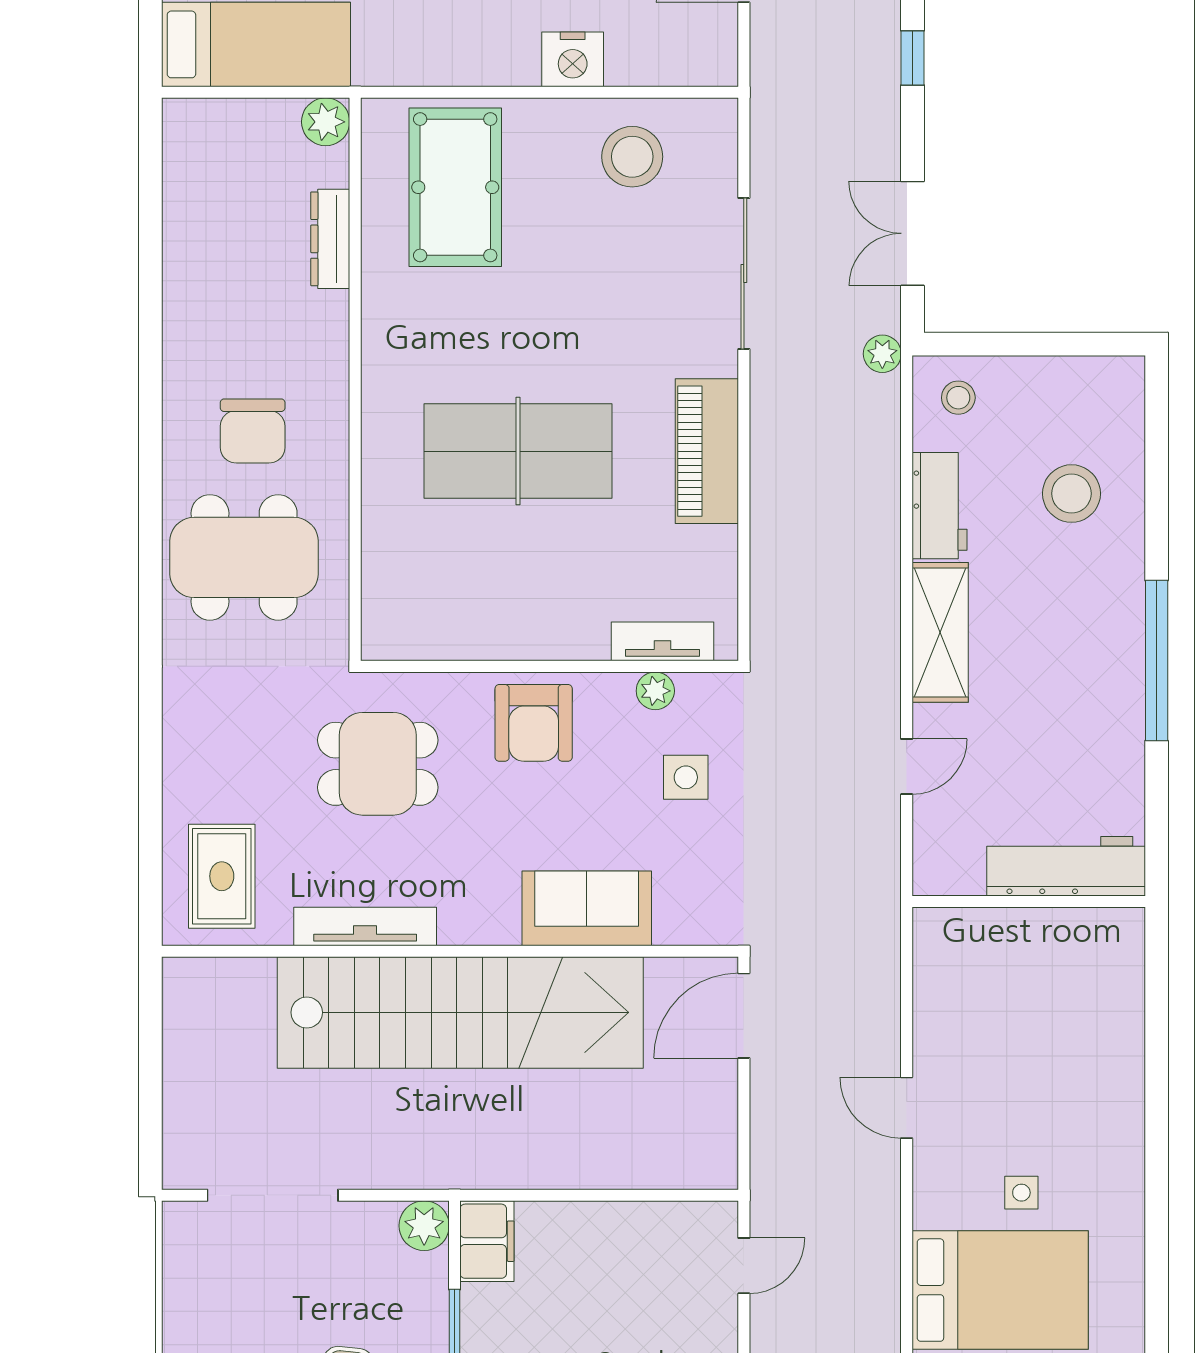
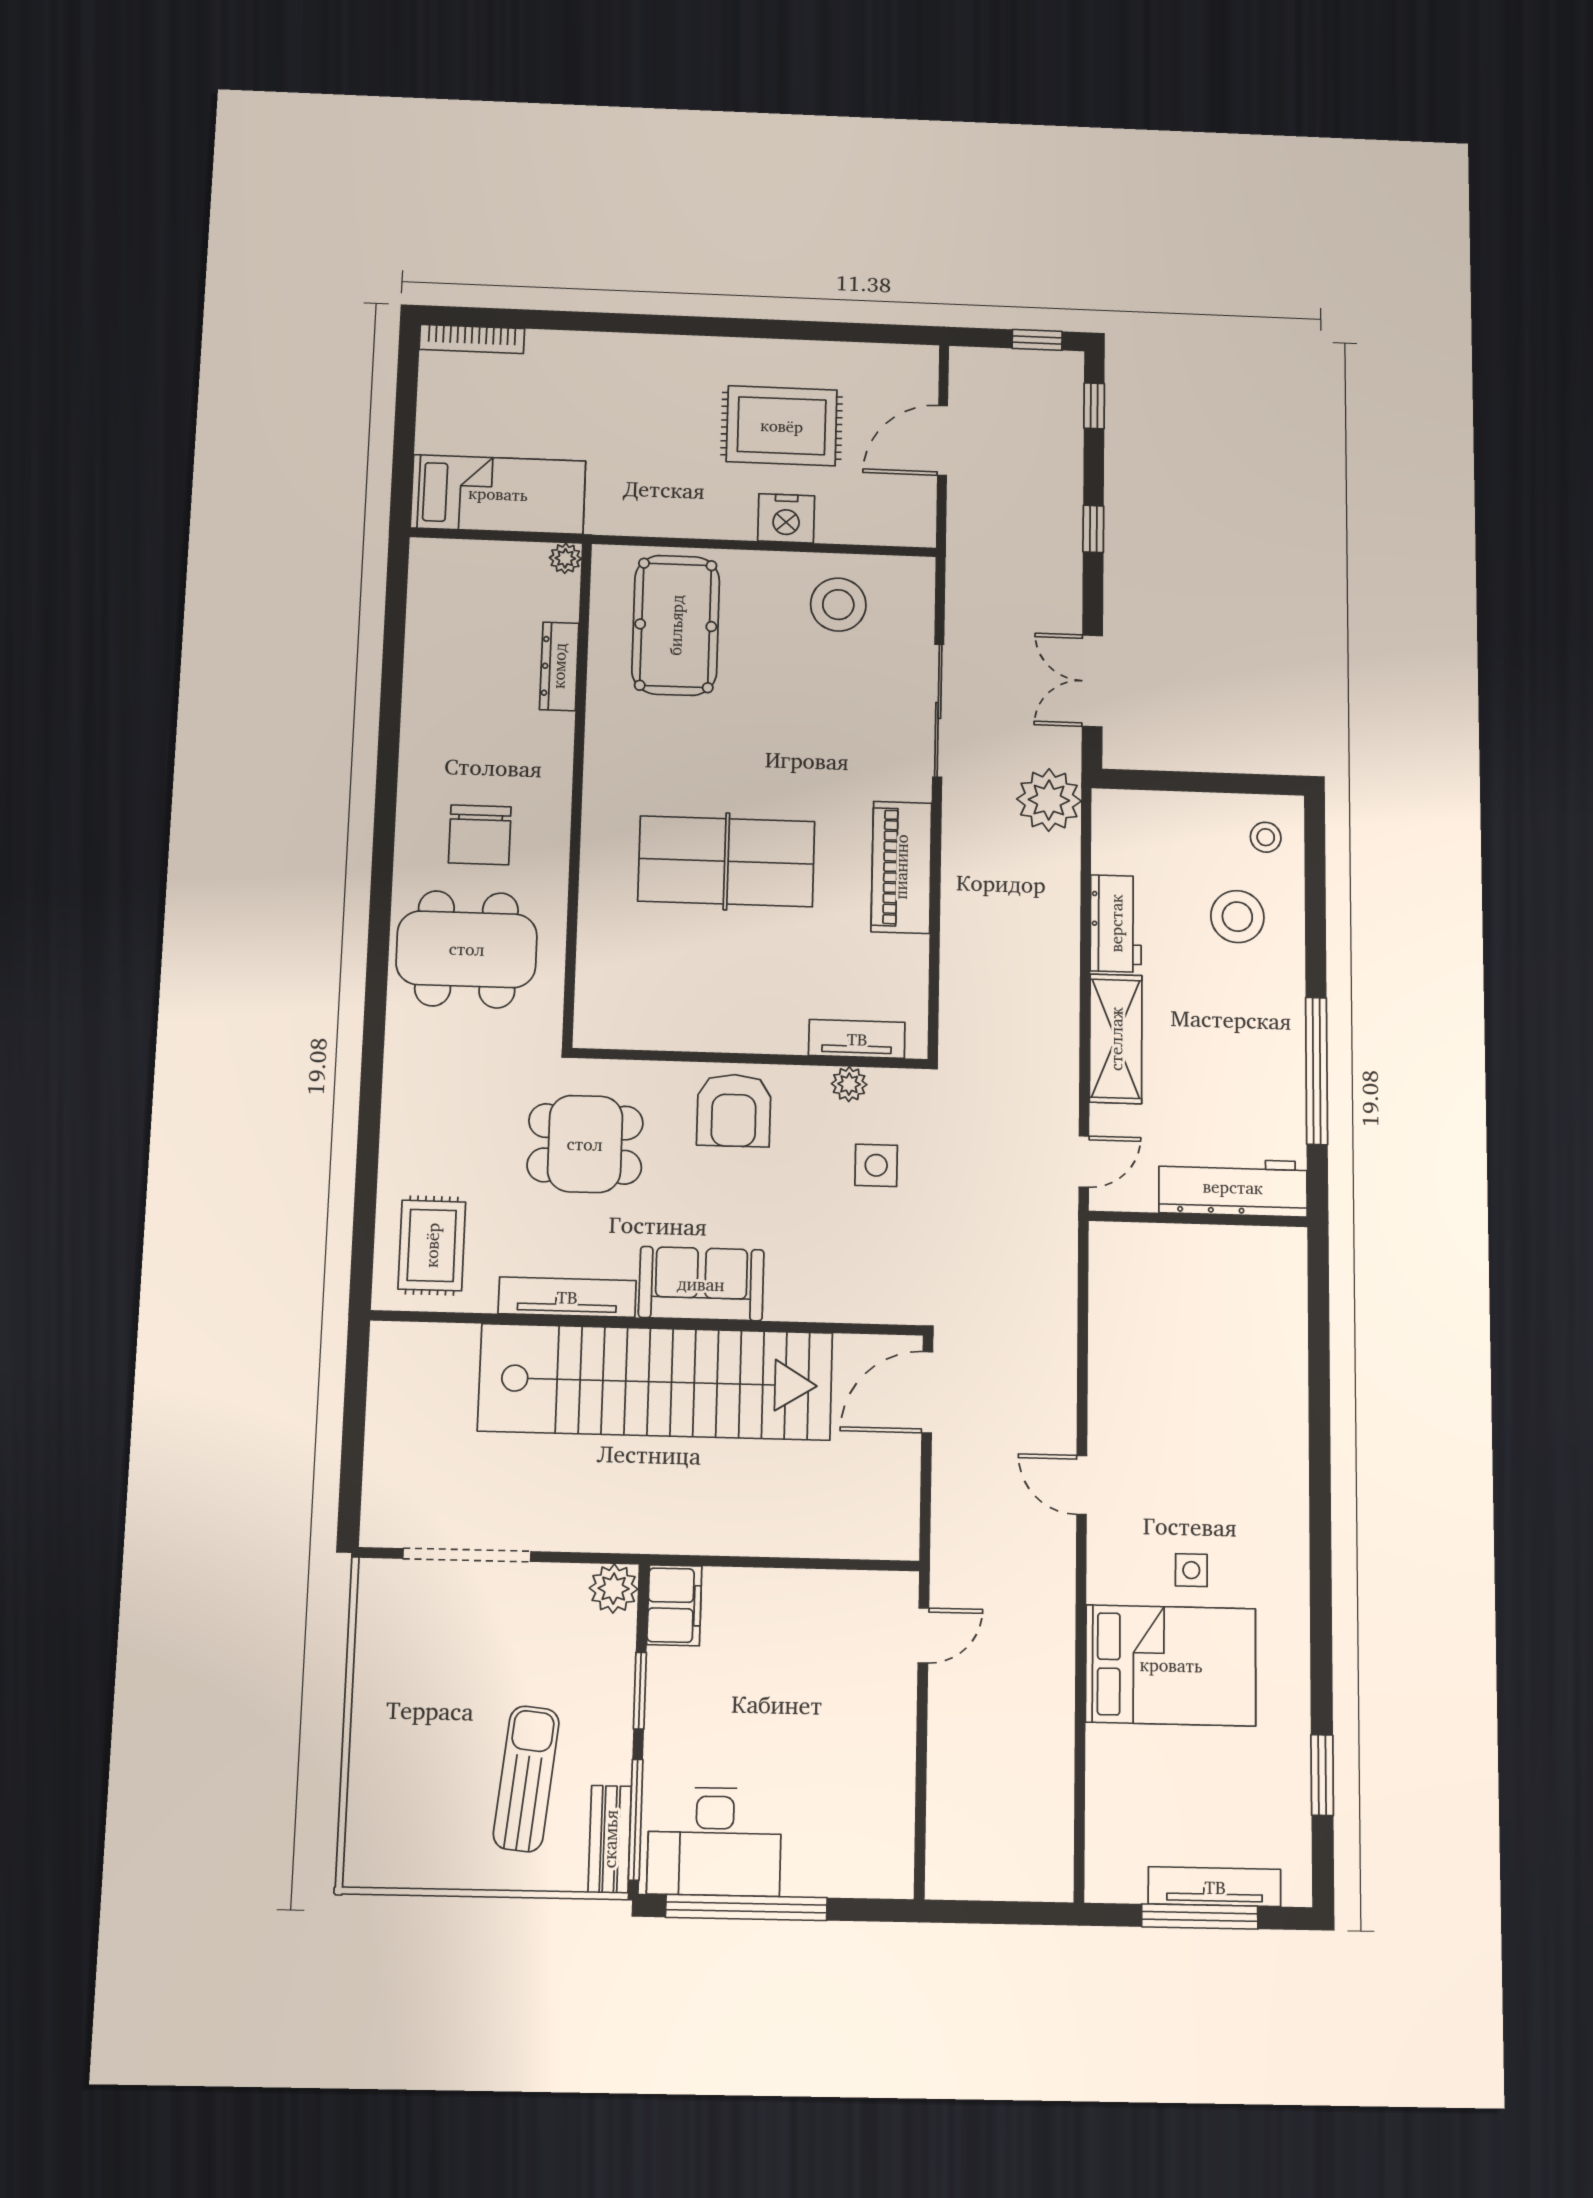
plant: (326, 122) -> (565, 558), width x0.73, depth x0.73
plant: (882, 354) -> (1049, 800), width x1.88, depth x1.88
stool: (958, 398) -> (1266, 837), moved
workbench: (1066, 866) -> (1233, 1187), moved
wall: (1029, 901) -> (1198, 1219), moved
sofa: (587, 908) -> (701, 1284), moved

